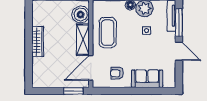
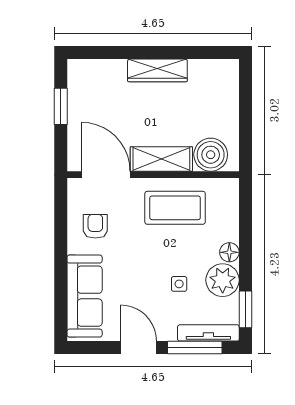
door: (179, 51) -> (139, 348), swing flipped
sofa: (147, 79) -> (85, 296), width x1.36
window: (74, 91) -> (61, 106), moved

